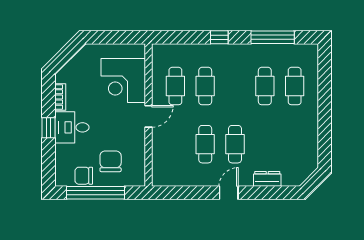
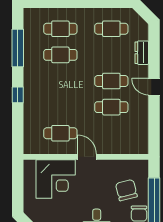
cafe table: (205, 86) -> (111, 29), moved
chair: (111, 161) -> (126, 190), turned 76

